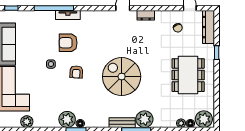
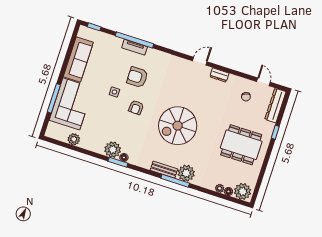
tv unit: (68, 15) -> (135, 47), moved
dining table: (188, 75) -> (241, 145), turned 90
spiral stairs: (122, 77) -> (178, 126), turned -90

